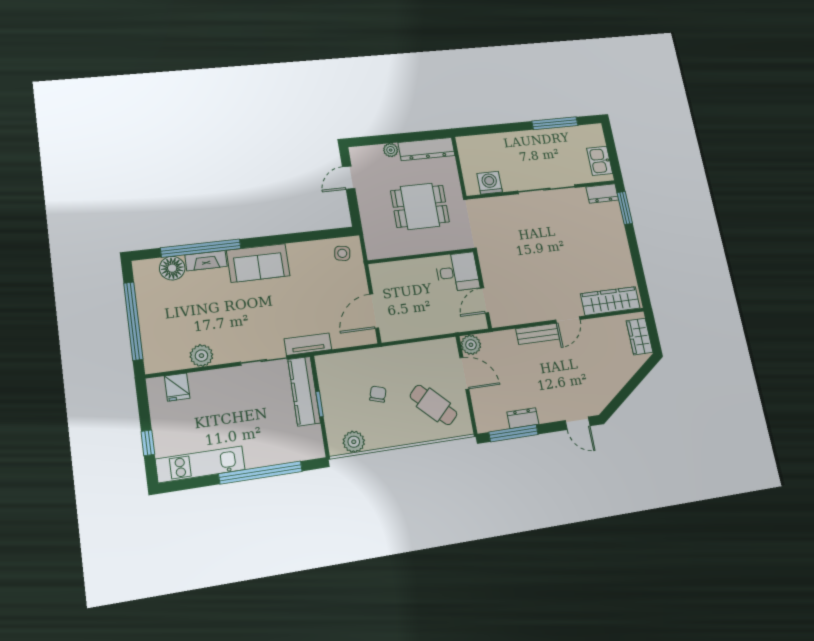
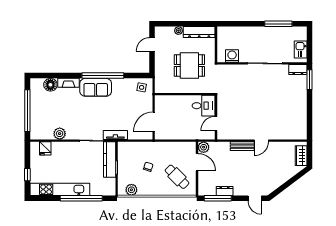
window: (201, 248) -> (103, 76), moved
wardrobe: (610, 301) -> (288, 133), removed
kitchen unit: (200, 464) -> (60, 189), width x1.36

